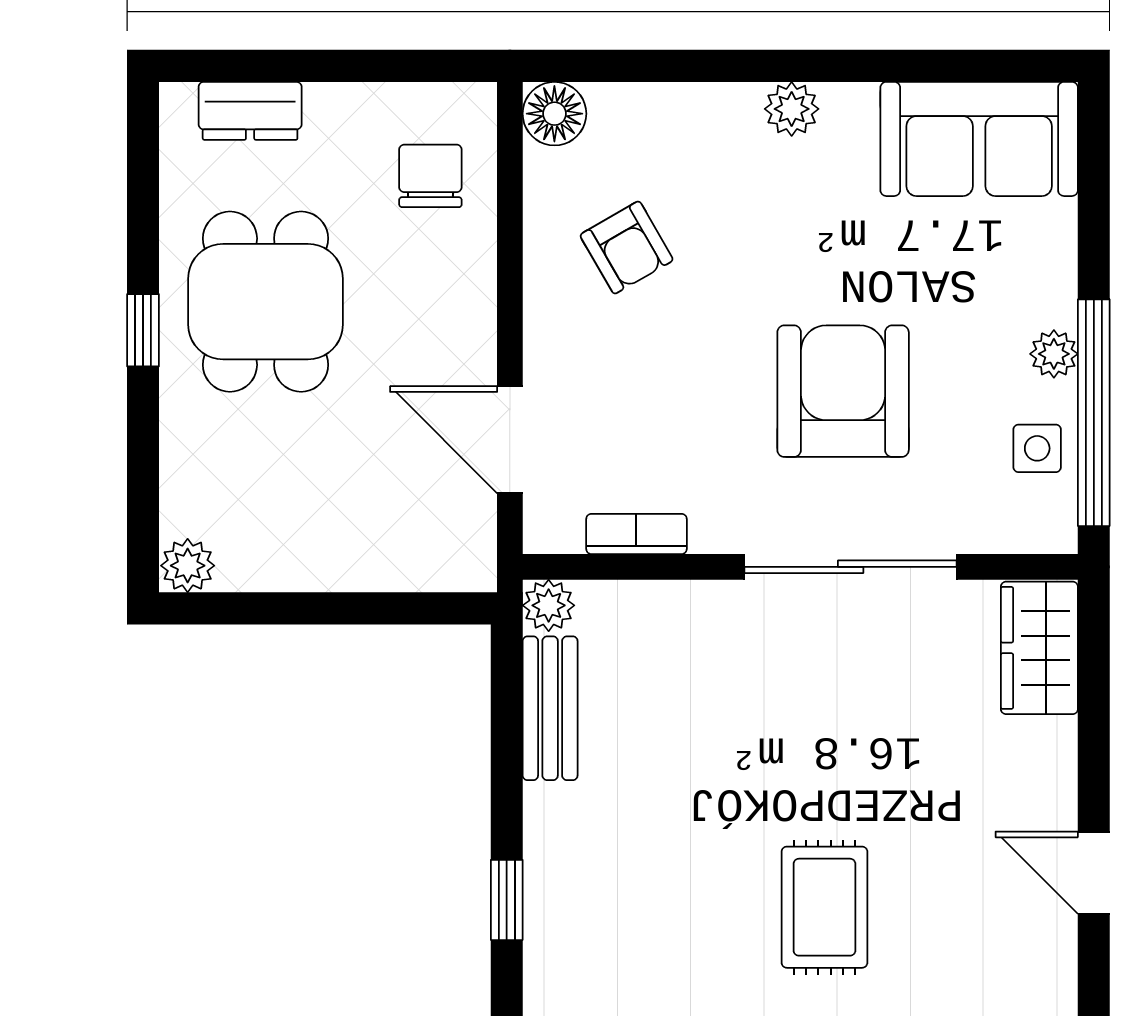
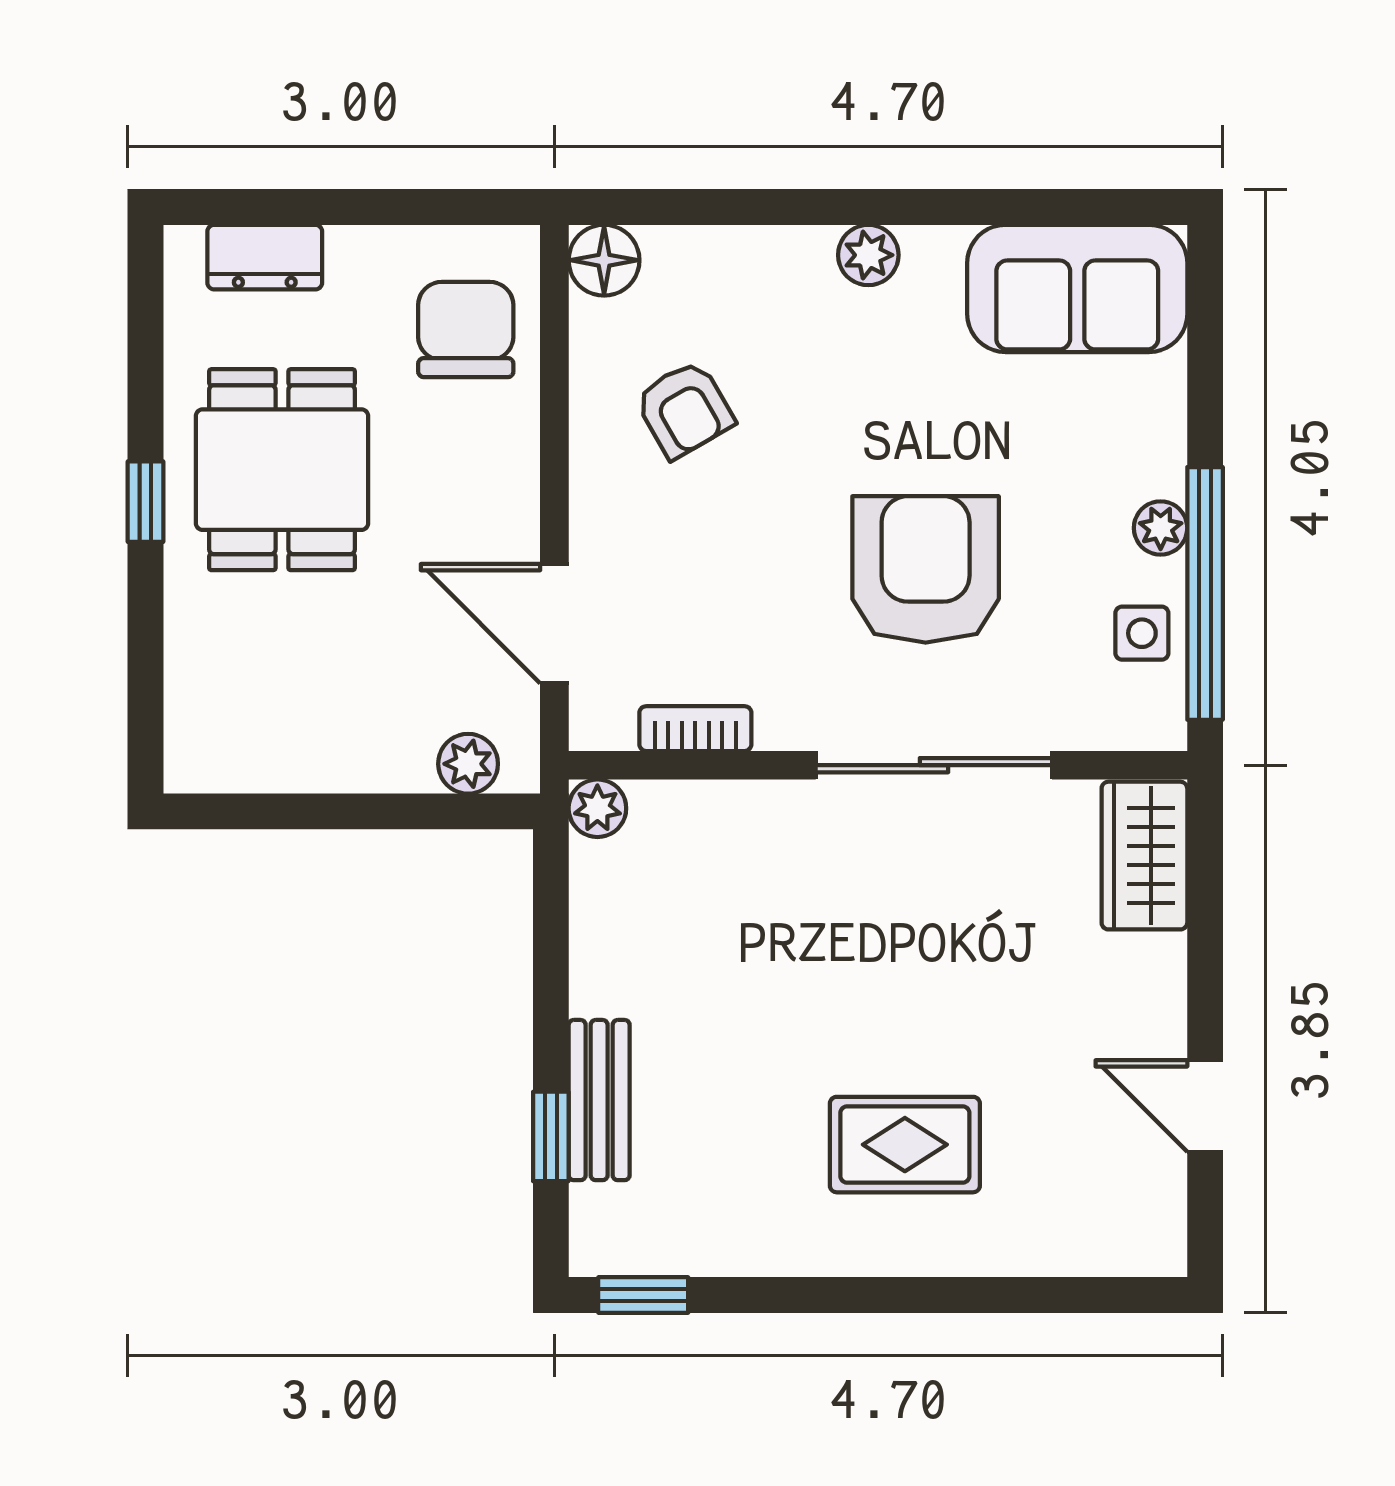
chair: (430, 176) -> (466, 330), width x1.37, depth x1.37
plant: (188, 566) -> (468, 764), moved
bench: (550, 708) -> (599, 1100), moved
rug: (824, 907) -> (905, 1145), turned 90

